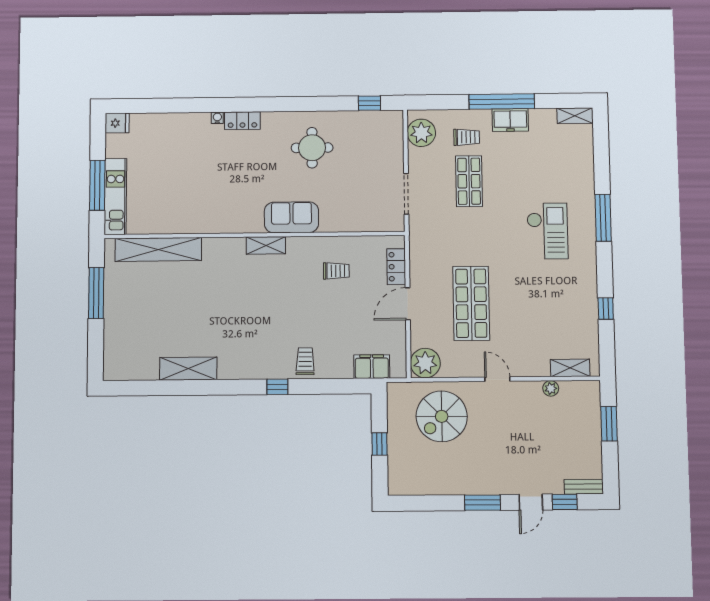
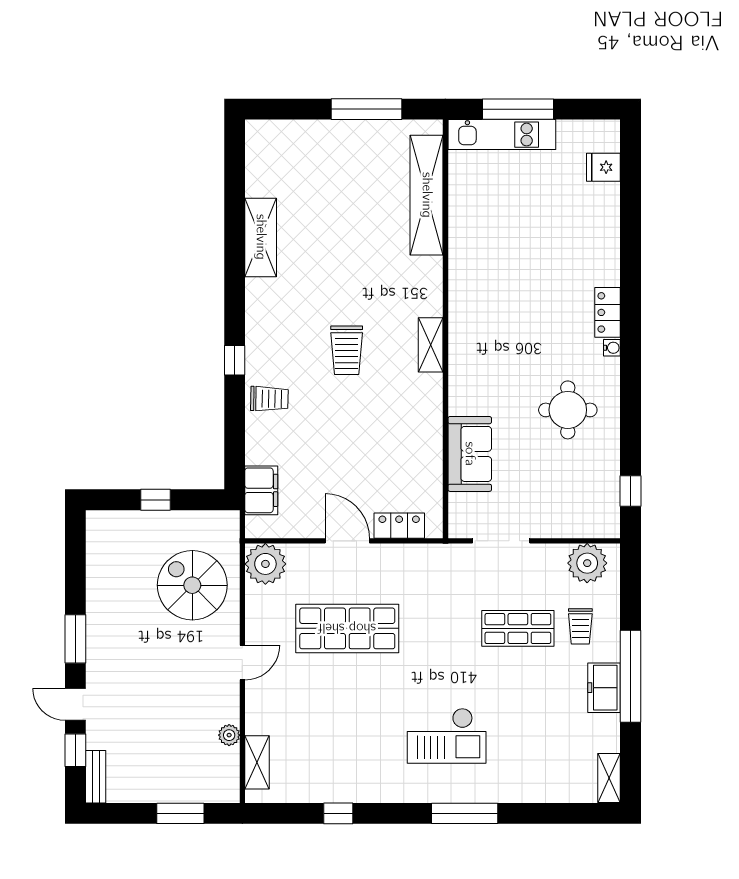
water cooler: (217, 118) -> (612, 348), moved
fridge: (117, 123) -> (603, 167), moved, turned 90
sofa: (291, 217) -> (470, 454), moved
trolley: (336, 271) -> (347, 350), moved, width x1.36, depth x1.39

